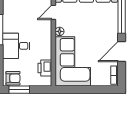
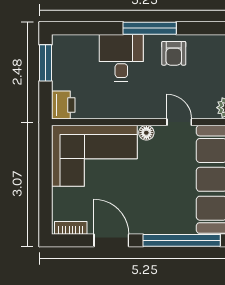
printer: (45, 68) -> (63, 105), moved, turned 90
armchair: (13, 78) -> (174, 53), moved

